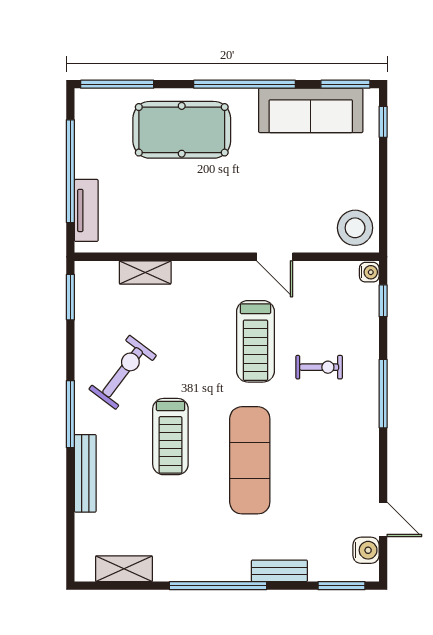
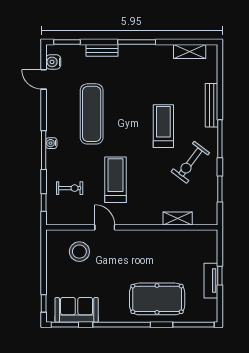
sofa: (311, 110) -> (77, 310), width x0.73
window: (70, 171) -> (220, 276), width x0.32
tv unit: (86, 210) -> (211, 281), moved
stool: (355, 228) -> (79, 252), moved
water cooler: (369, 272) -> (51, 143), moved
window: (70, 297) -> (220, 189), moved
exercise bike: (319, 367) -> (70, 188), moved, turned 180
exercise mat: (250, 460) -> (92, 114), moved
window: (218, 586) -> (137, 42), width x0.68

